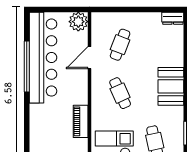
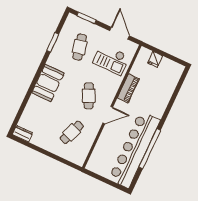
plant: (78, 22) -> (95, 164), removed
door: (90, 58) -> (108, 115), moved

